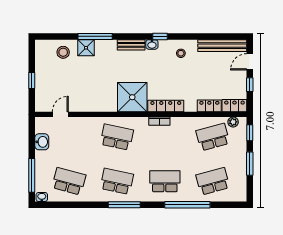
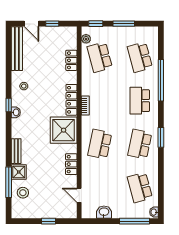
window: (95, 36) -> (9, 182), moved
bench: (131, 45) -> (16, 151), moved
locker: (234, 106) -> (71, 164), moved
school desk: (69, 181) -> (140, 188), turned -30
window: (124, 205) -> (161, 137), width x0.69

